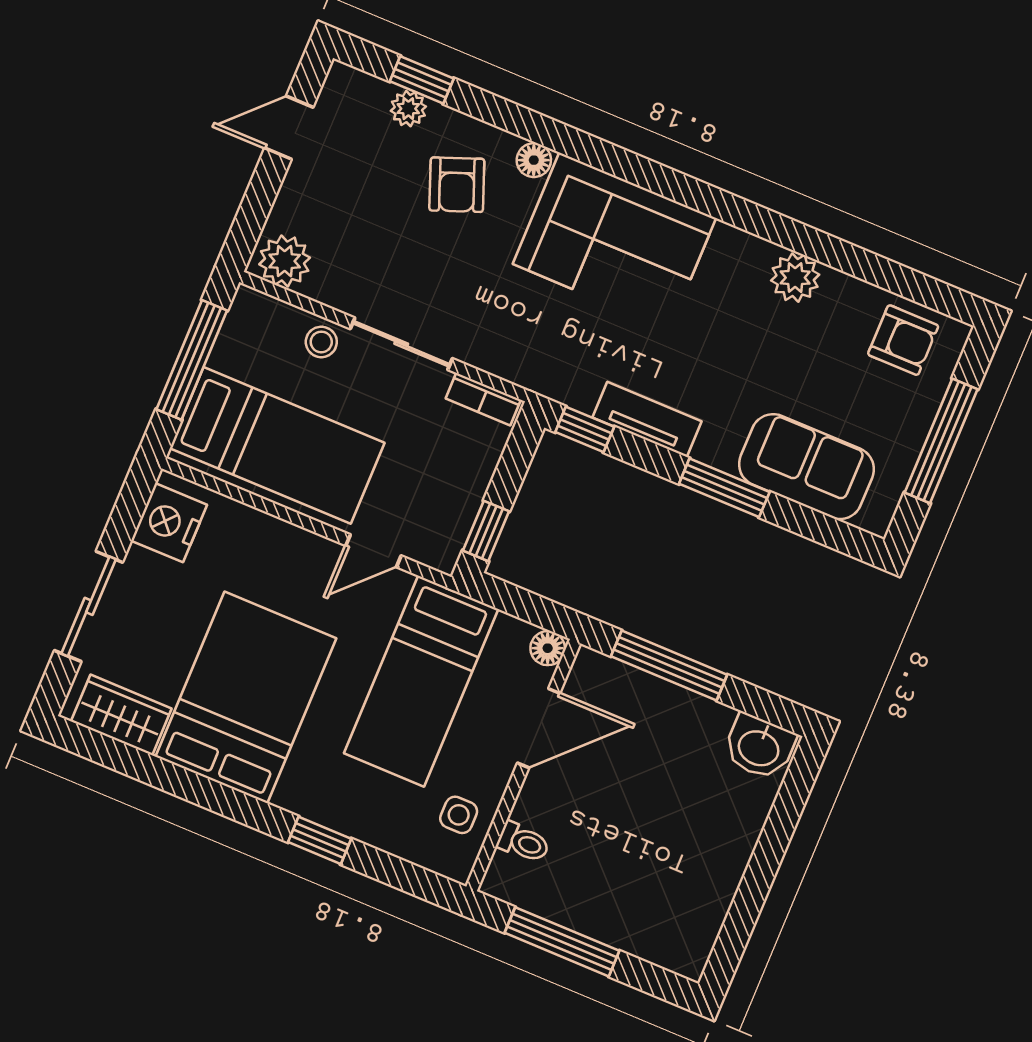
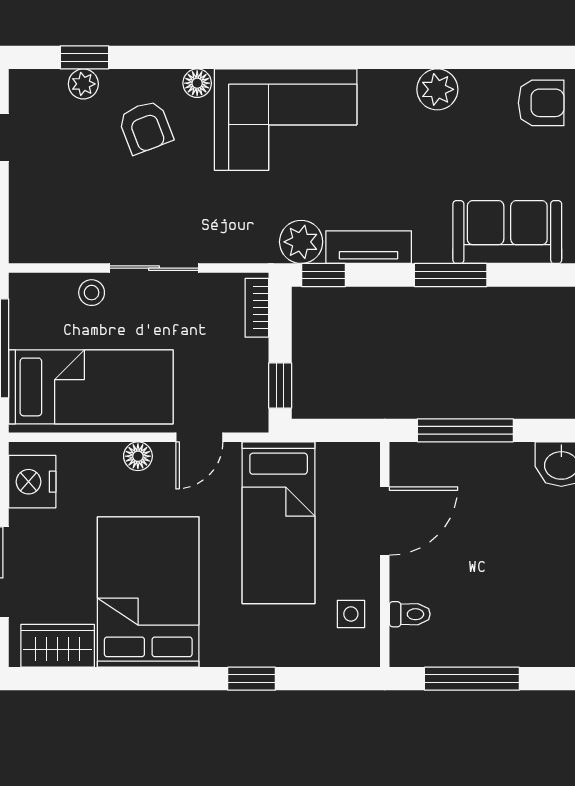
plant: (285, 261) -> (301, 242), moved
bookcase: (483, 399) -> (257, 308), moved, turned 90
floor lamp: (548, 648) -> (138, 456), moved

